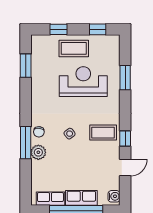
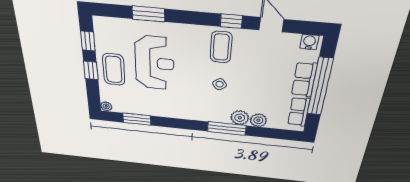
window: (59, 29) -> (91, 70), moved
plant: (36, 40) -> (106, 106), added
reception desk: (83, 82) -> (154, 63), turned 180
chair: (39, 132) -> (215, 115), removed
plant: (38, 168) -> (258, 120), added

